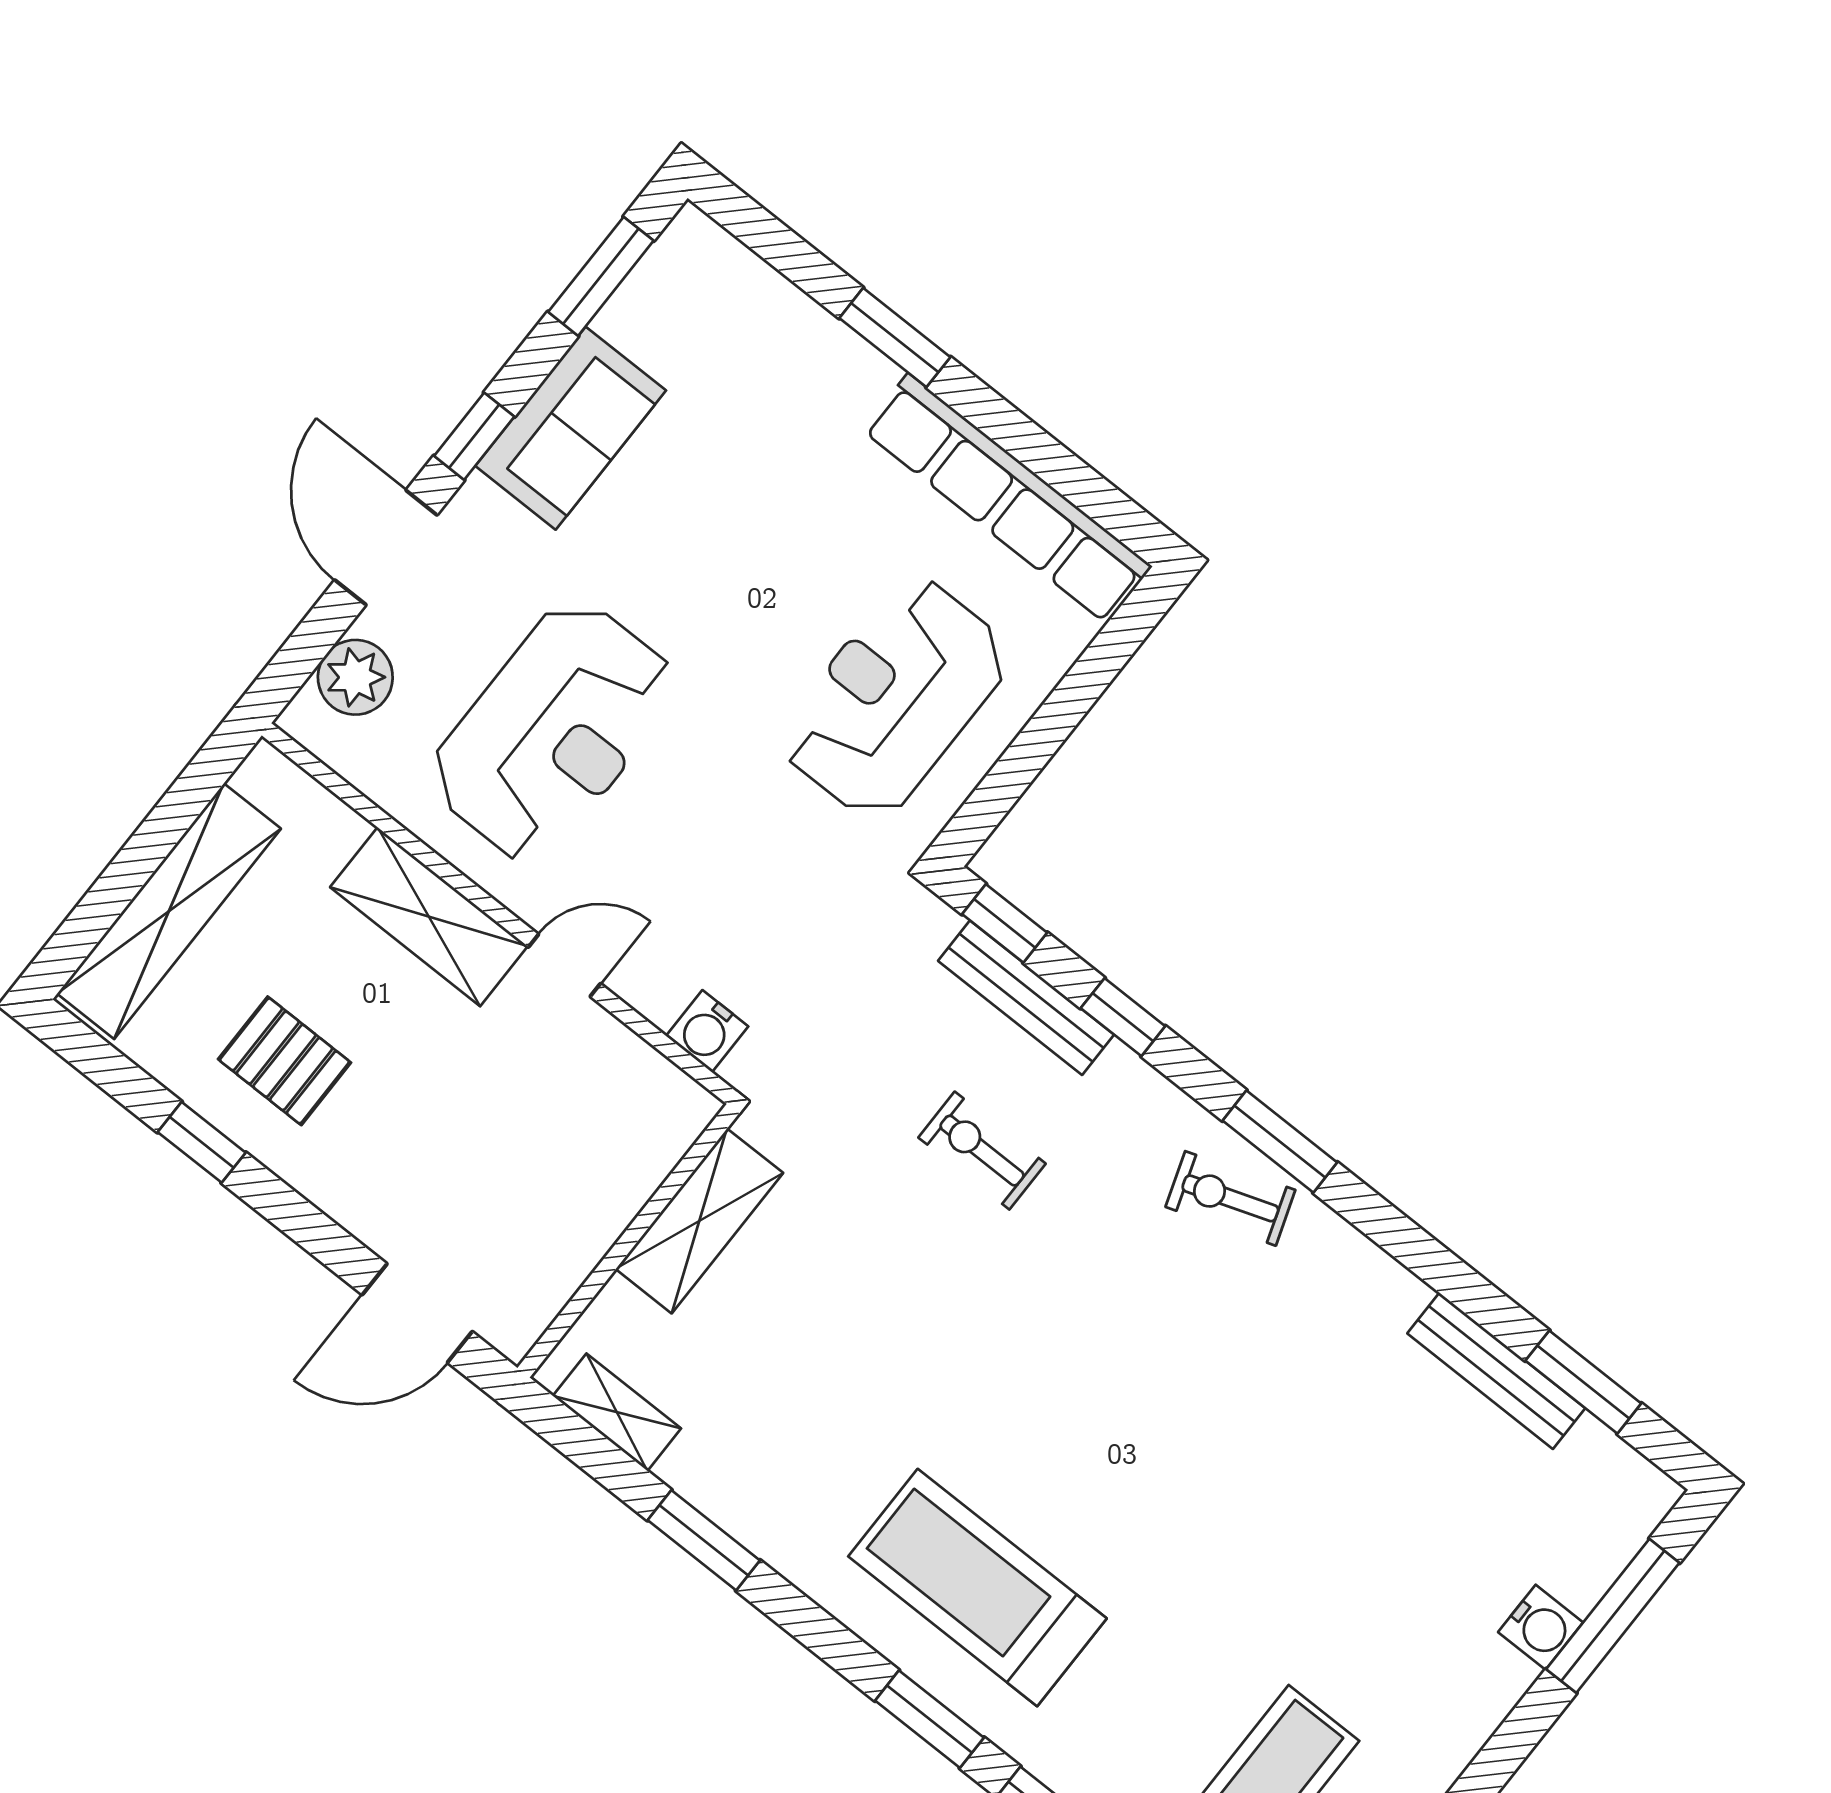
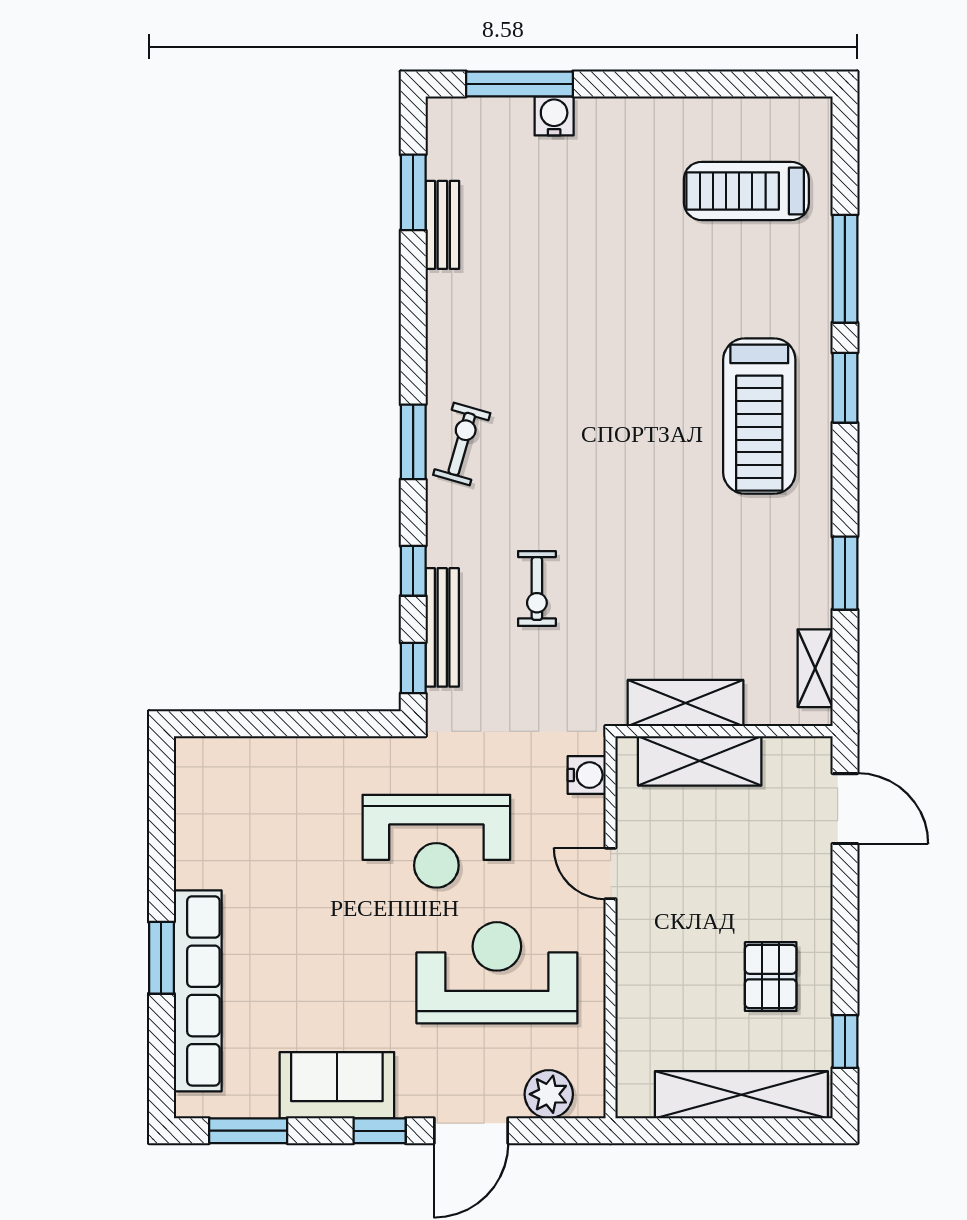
row of seats: (1007, 498) -> (198, 991), moved
reception desk: (895, 698) -> (436, 841), moved
shelving: (429, 917) -> (700, 761), moved, turned 90
window: (202, 1142) -> (845, 1042), moved
exercise bike: (1230, 1198) -> (462, 444), turned -145
bench: (1496, 1371) -> (442, 225), width x0.73

